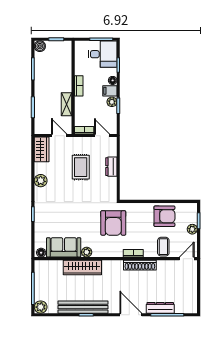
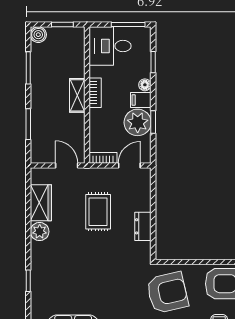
desk: (103, 54) -> (110, 46), moved, turned 180
plant: (112, 102) -> (138, 122), width x1.88, depth x1.88
shelving: (66, 104) -> (77, 95), moved
door: (102, 136) -> (129, 166), hinge flipped
wardrobe: (42, 149) -> (41, 203), moved
dresser: (111, 167) -> (143, 226), moved
armchair: (113, 223) -> (167, 293), moved, turned -103

